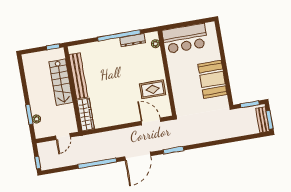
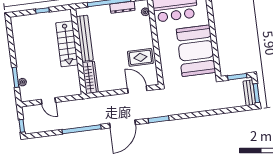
bench: (78, 76) -> (85, 38), moved
booth: (213, 79) -> (196, 51), width x1.36, depth x1.42
stairs: (61, 82) -> (67, 44), moved
wall: (73, 89) -> (78, 51), moved
wardrobe: (86, 114) -> (90, 77), moved
door: (63, 137) -> (48, 101), hinge flipped

